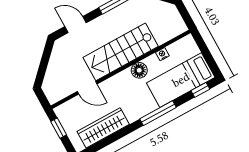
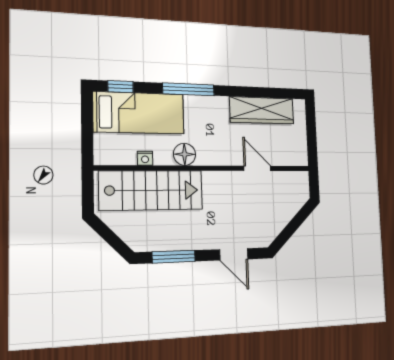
stairs: (121, 52) -> (151, 190), moved
window: (59, 128) -> (312, 140), removed

